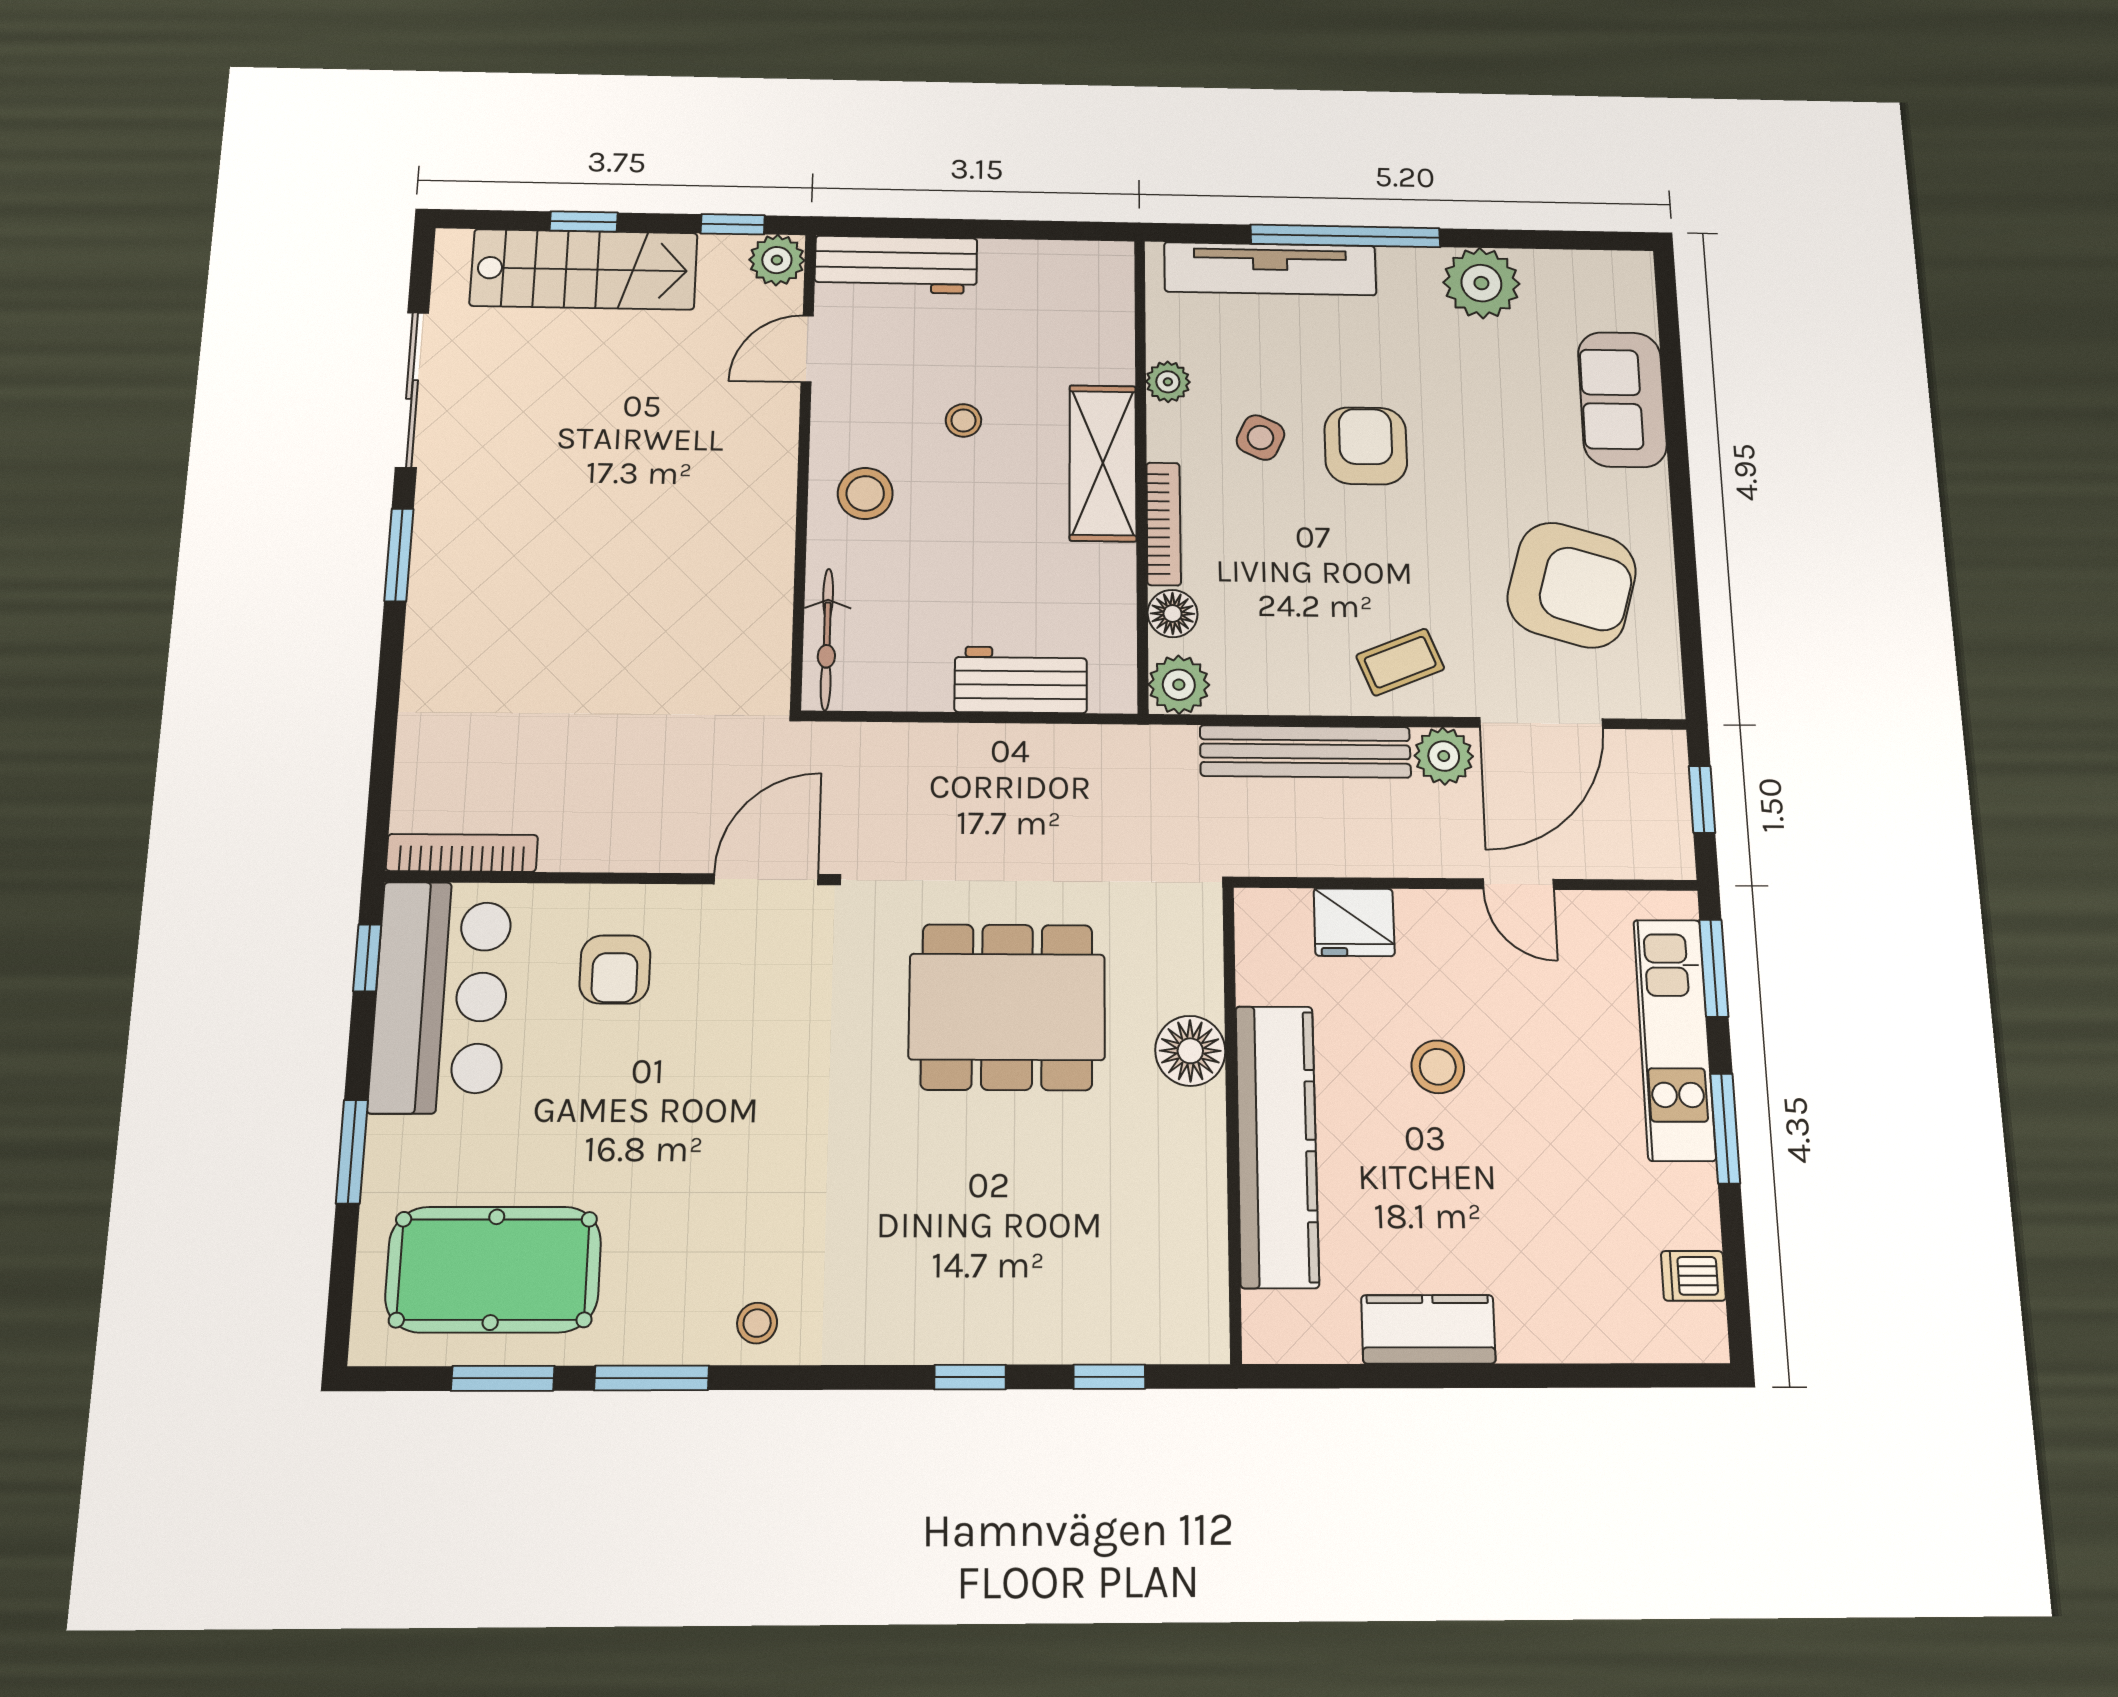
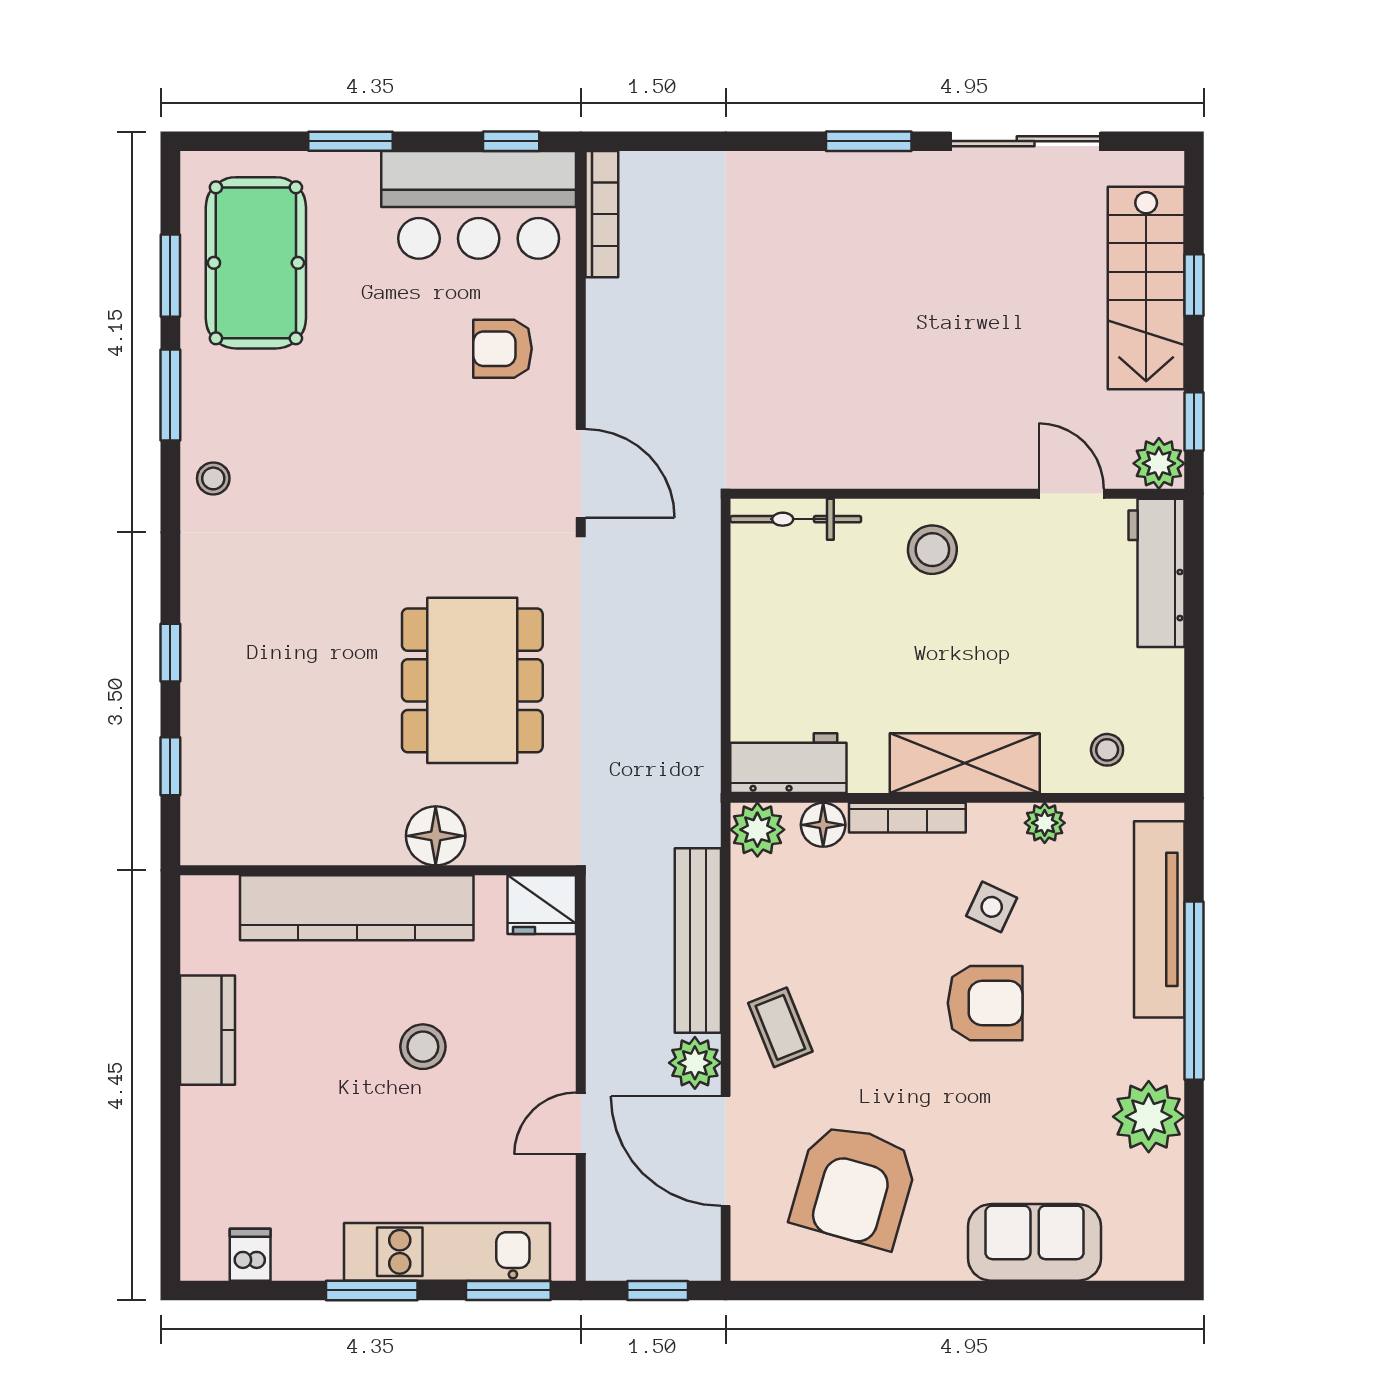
stool: (963, 420) -> (1107, 750), moved
workbench: (1021, 680) -> (788, 763), moved, turned -90
fridge: (1354, 922) -> (542, 905), moved, turned -90

